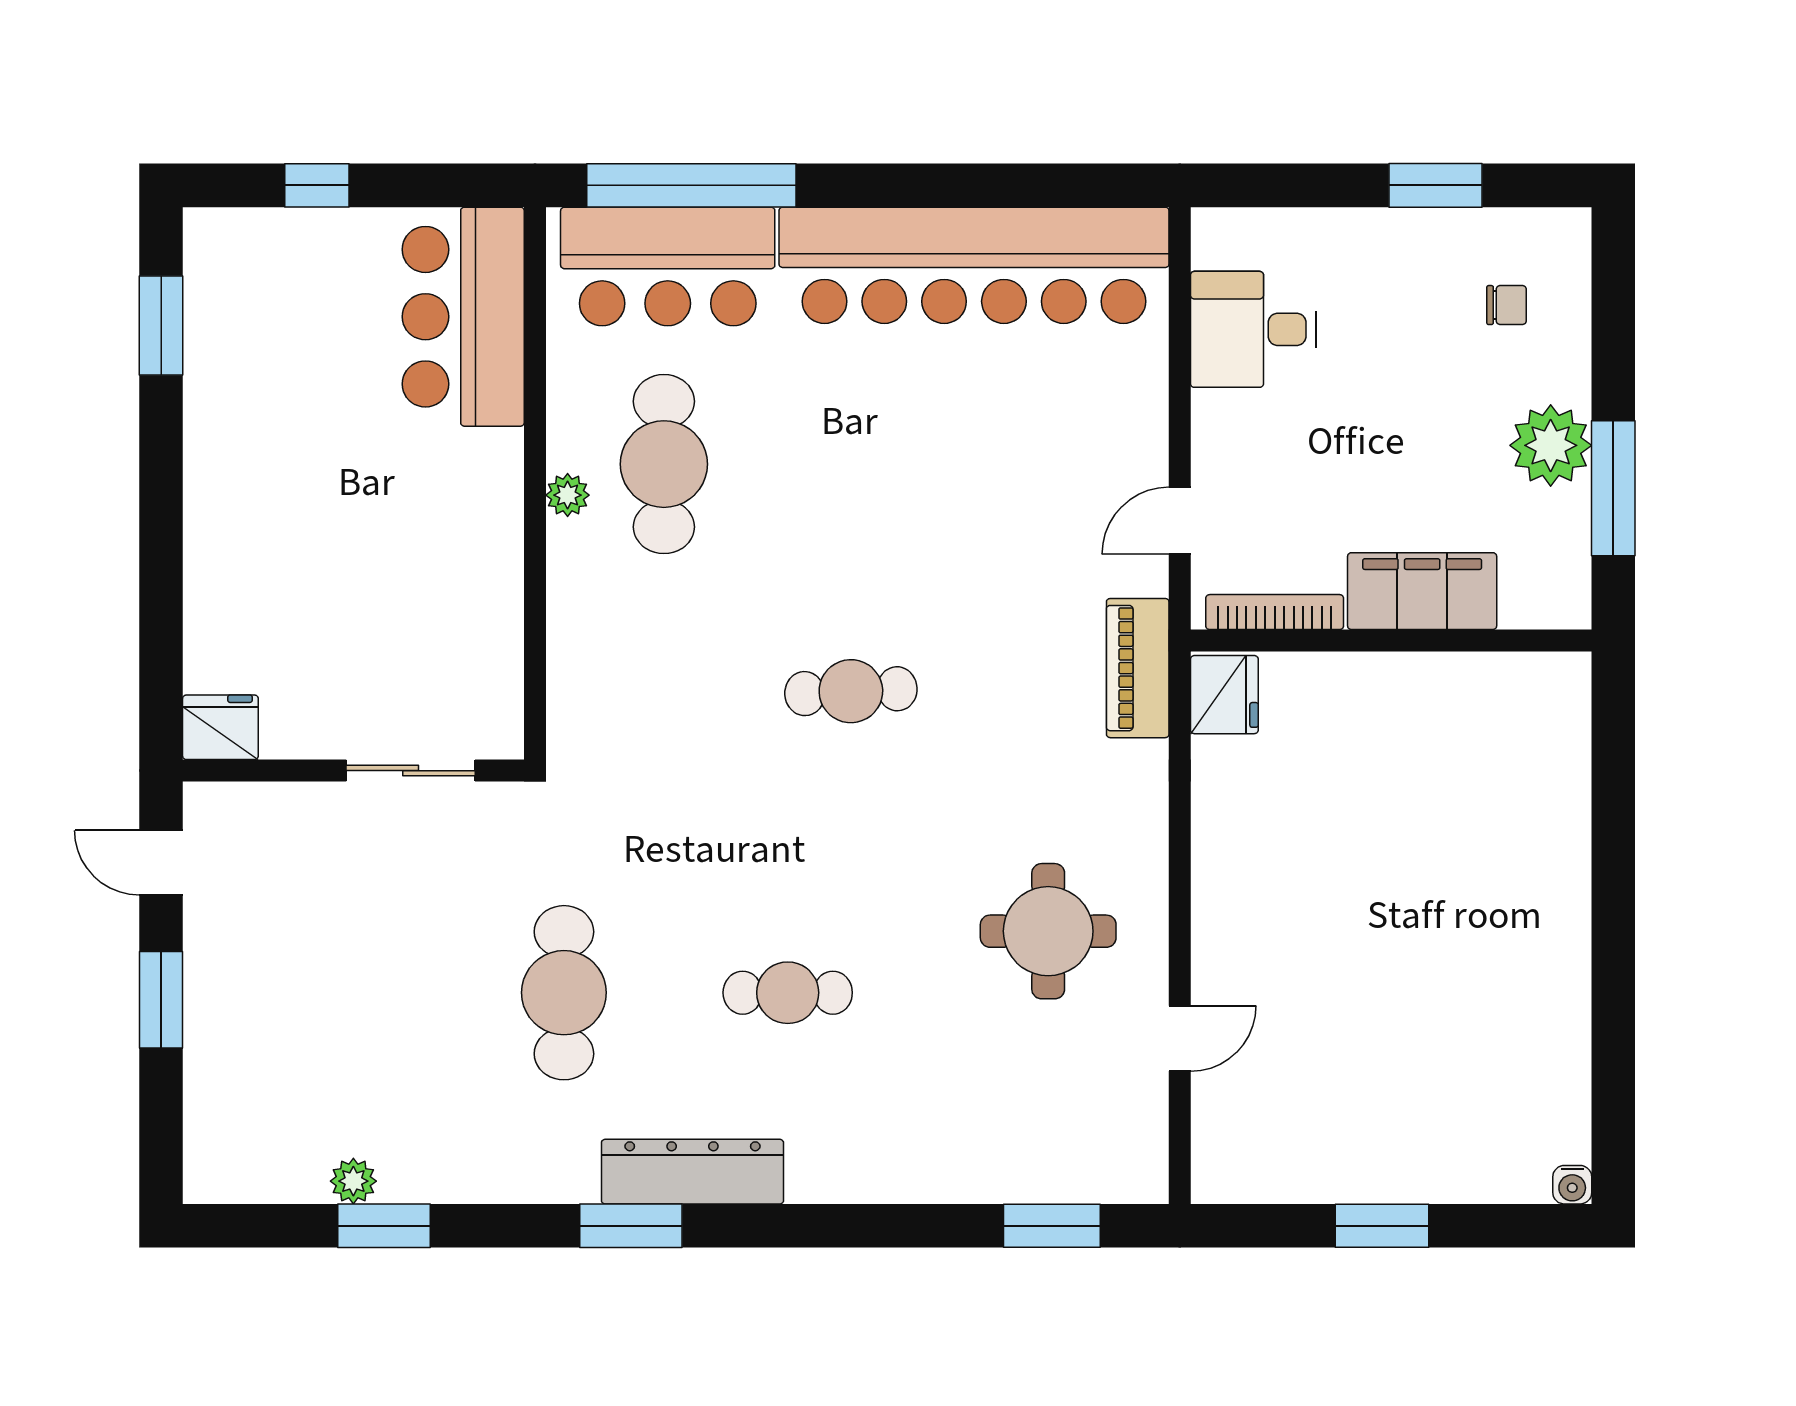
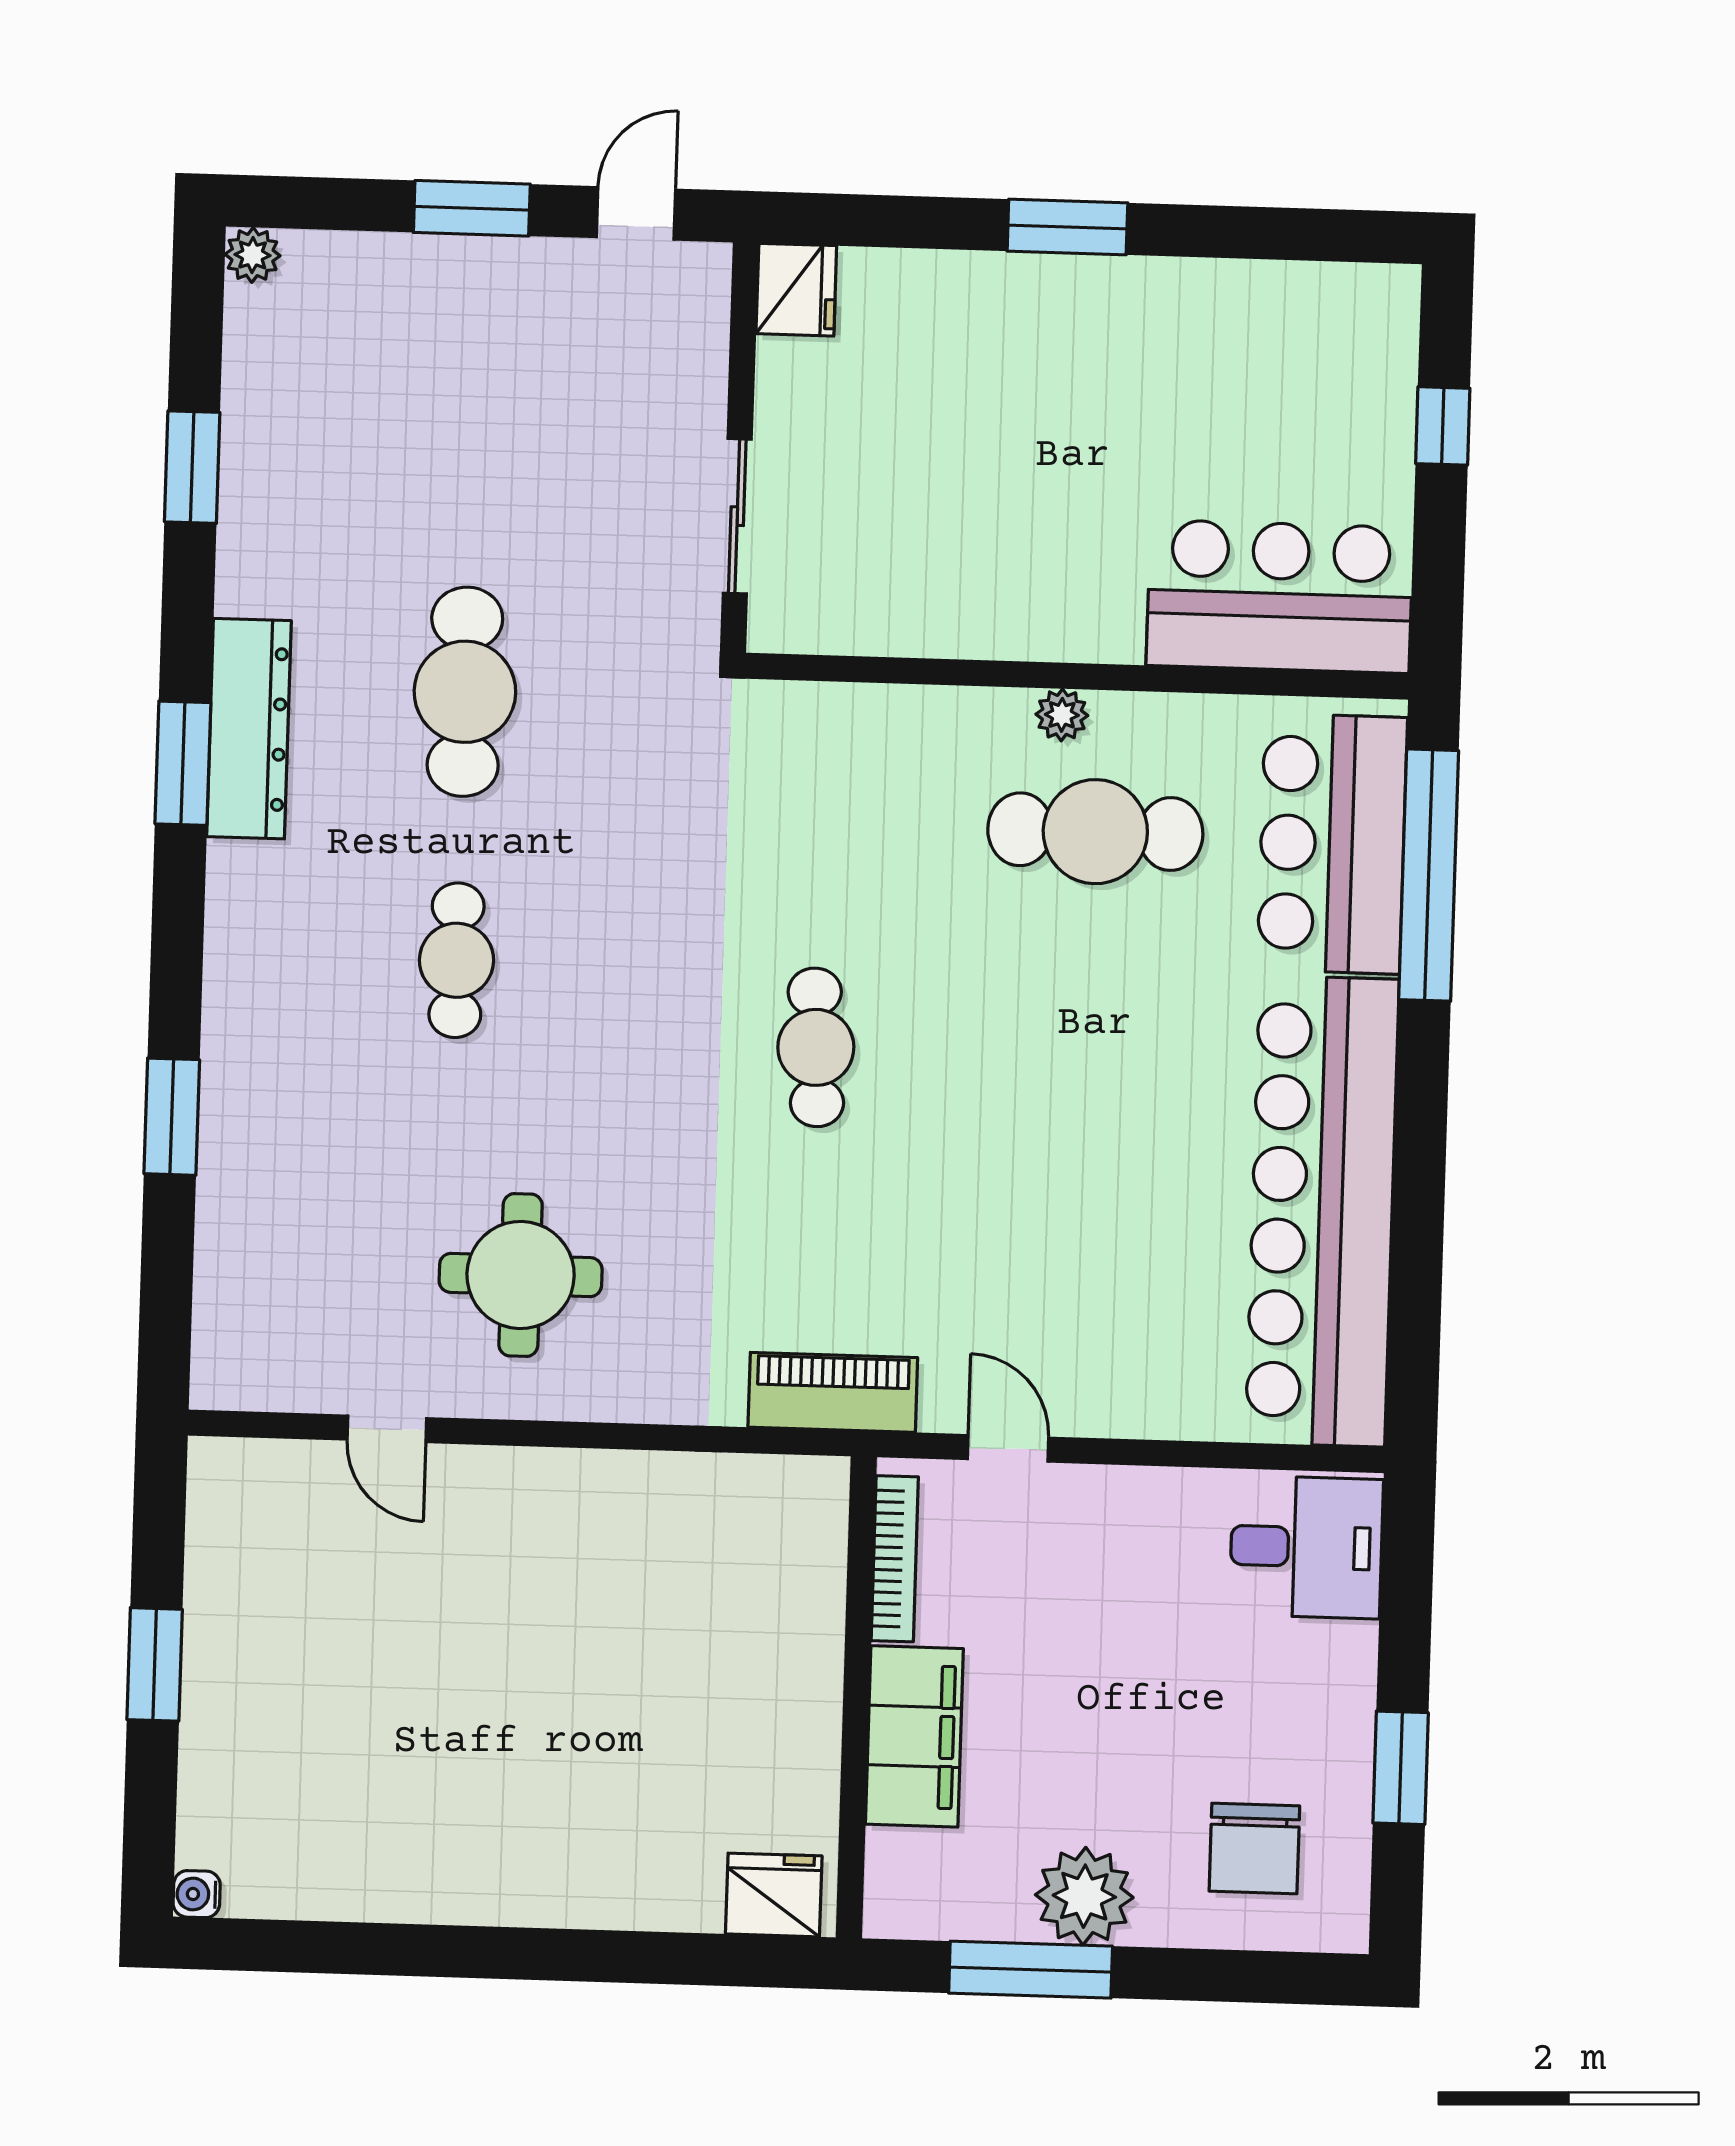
chair: (1507, 305) -> (1254, 1848), width x1.87, depth x1.87
window: (161, 326) -> (1067, 227), moved
desk: (1253, 329) -> (1306, 1547), moved, turned 90
fridge: (1224, 695) -> (774, 1895), moved, turned 180
cafe table: (564, 993) -> (465, 692), turned 90
dresser: (692, 1172) -> (249, 729), moved
plant: (353, 1181) -> (253, 255), moved
window: (1052, 1226) -> (172, 1117), moved

